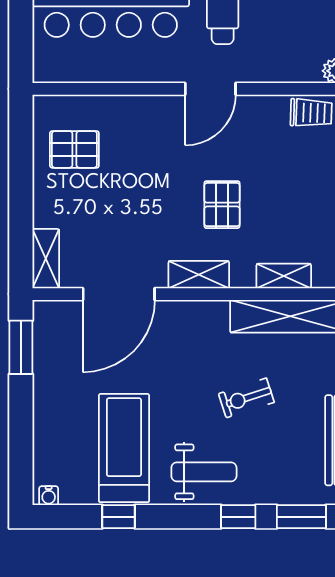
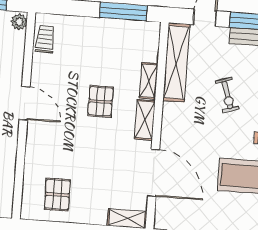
pallet: (222, 205) -> (100, 101), turned 90
shelving: (284, 276) -> (149, 81), moved

